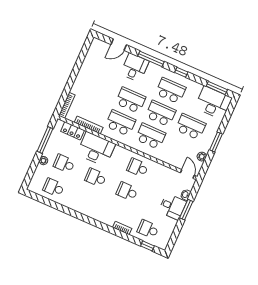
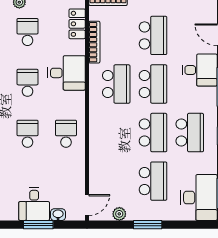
school desk: (151, 136) -> (153, 35), moved
desk: (96, 149) -> (66, 73), width x0.73

